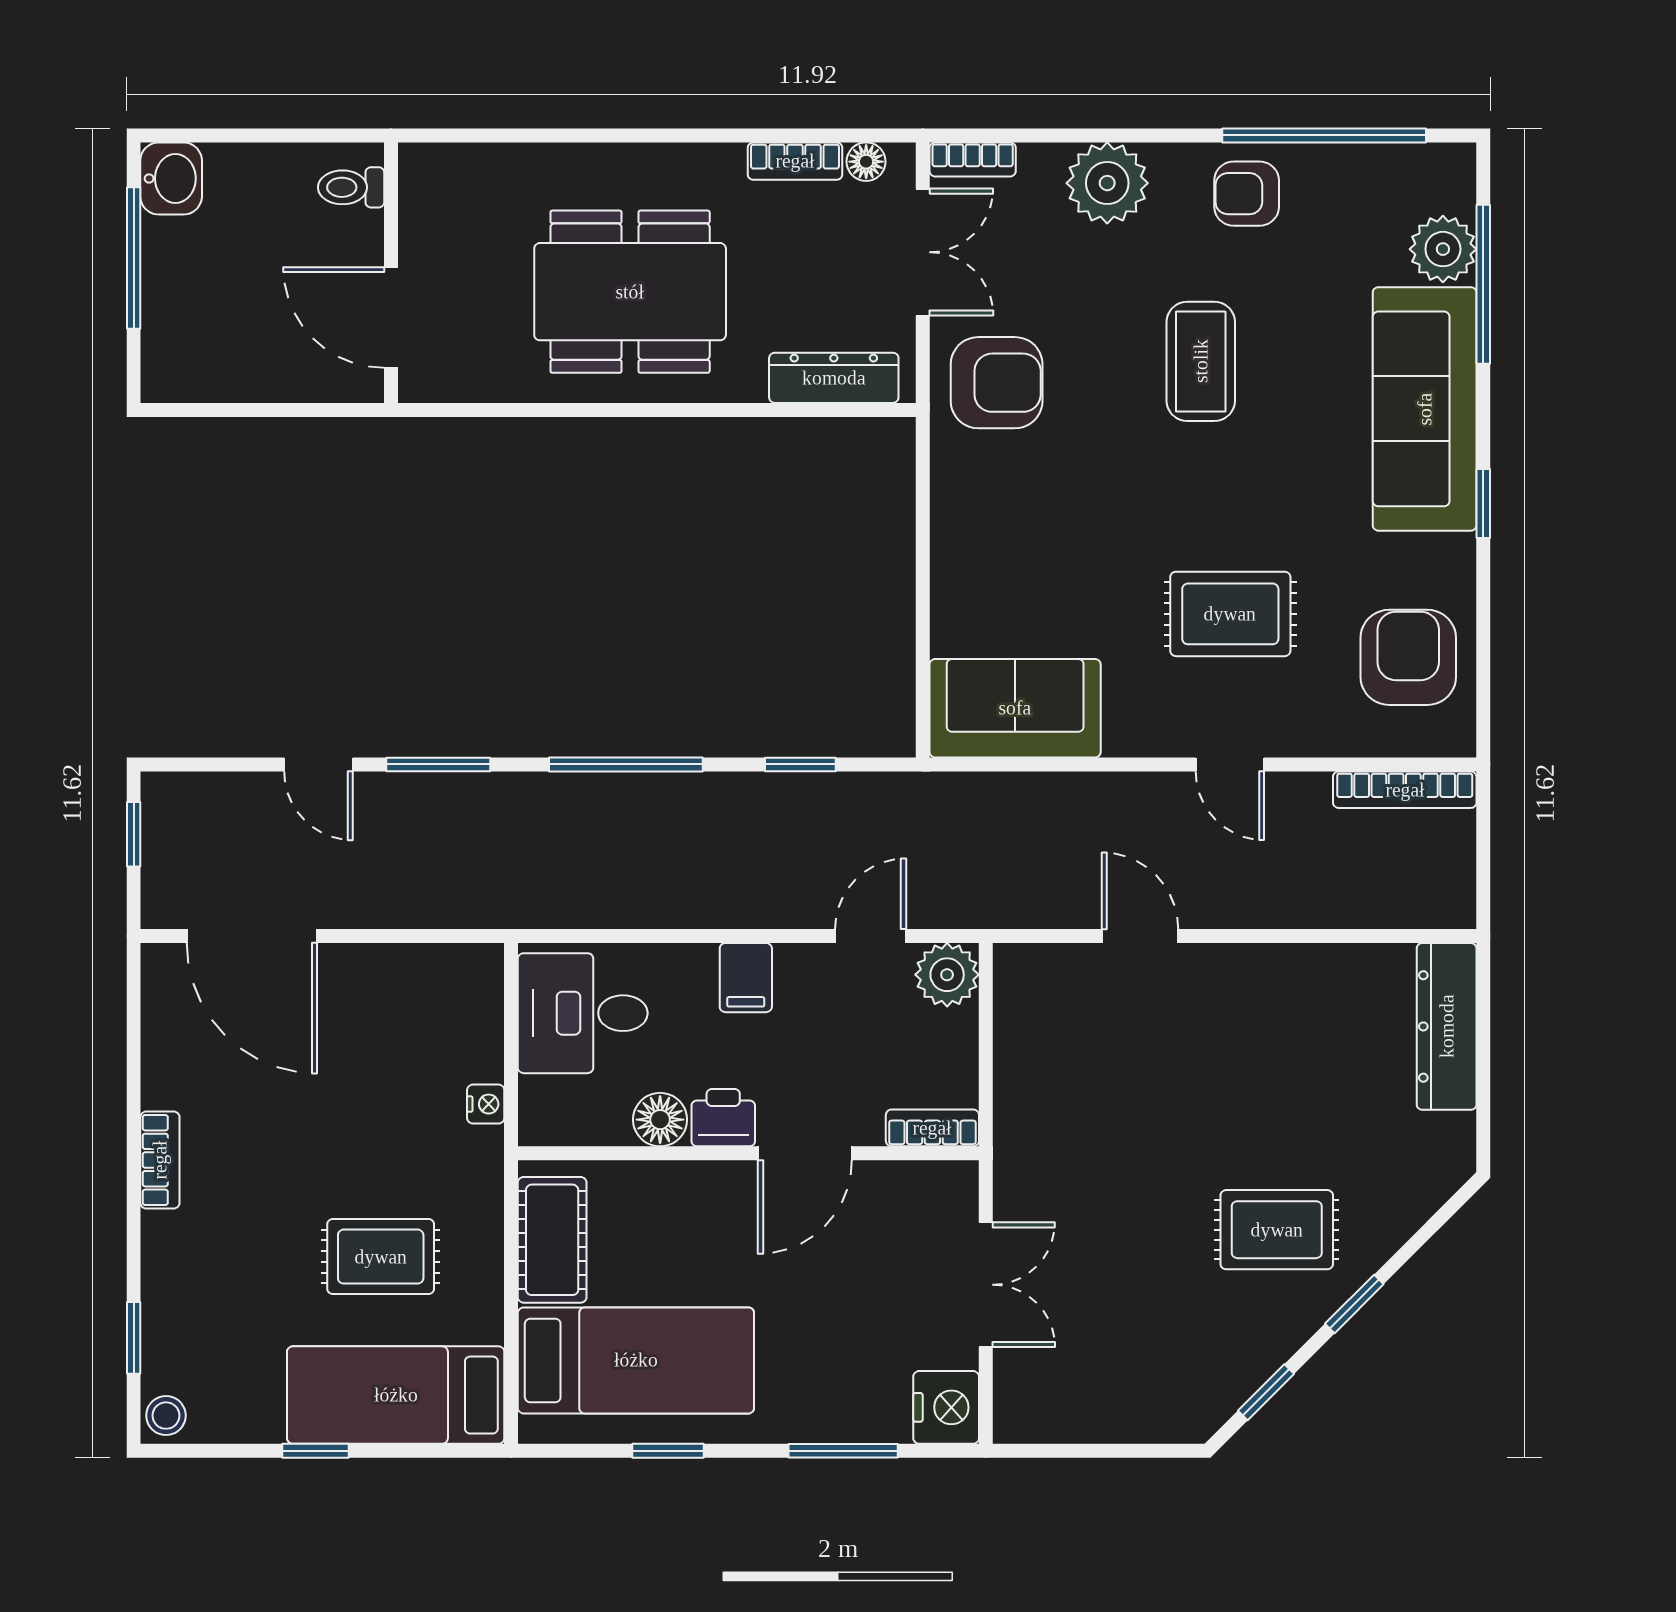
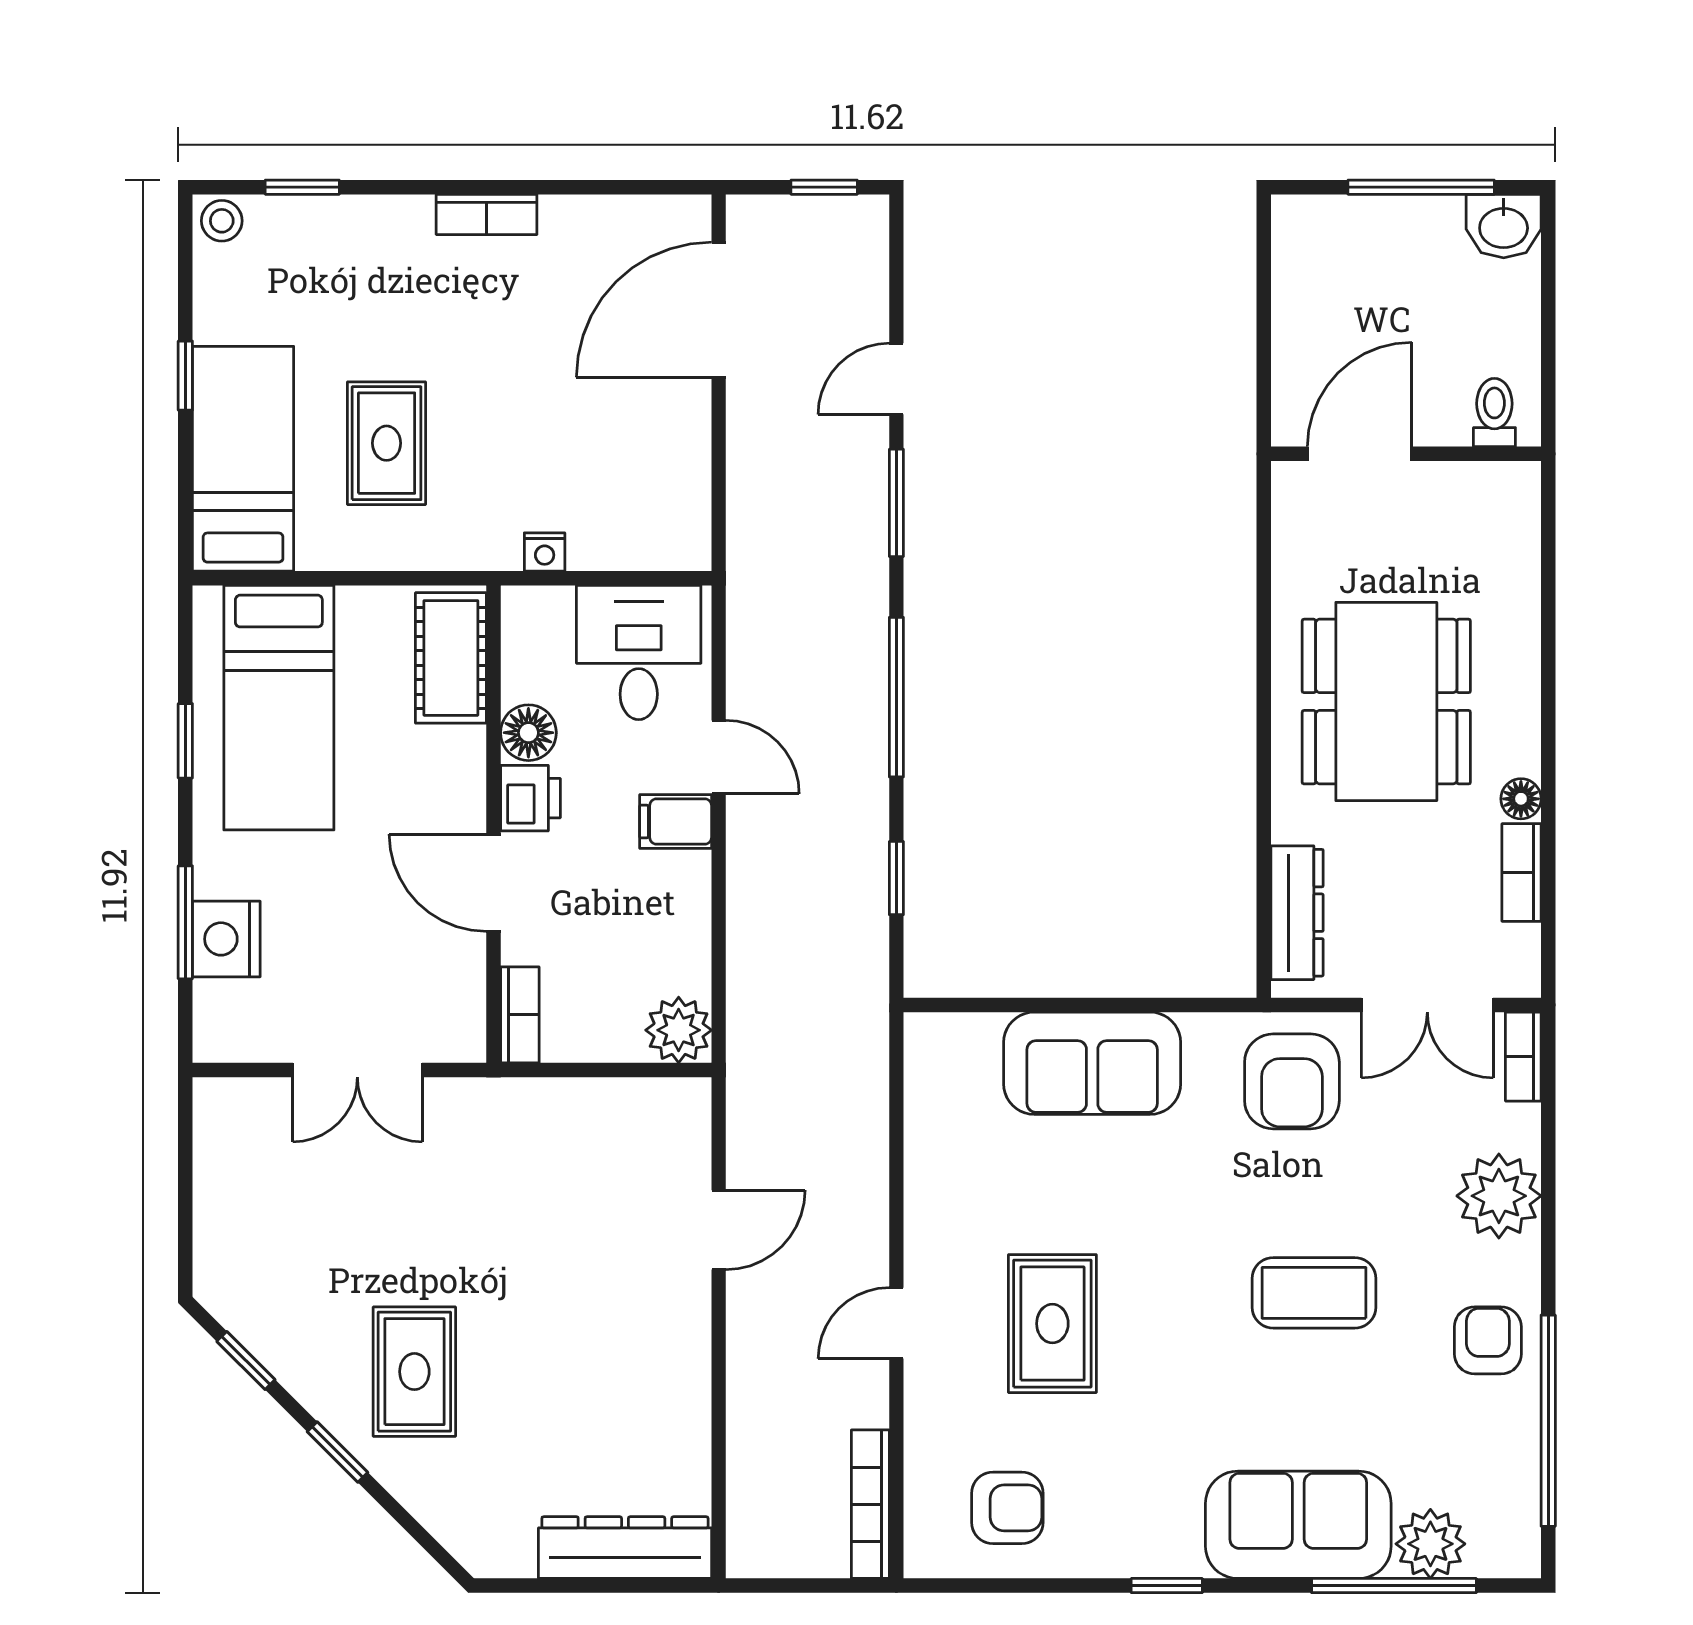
floor lamp: (866, 162) -> (1521, 799), moved
sofa: (1425, 409) -> (1298, 1525), width x0.73
armchair: (1408, 657) -> (1007, 1508), width x0.72, depth x0.72
sofa: (1015, 708) -> (1092, 1063), moved, turned 90
door: (871, 936) -> (719, 757), moved
cot: (552, 1240) -> (451, 658), moved, turned 90
nightstand: (946, 1407) -> (226, 939), moved, turned 90

